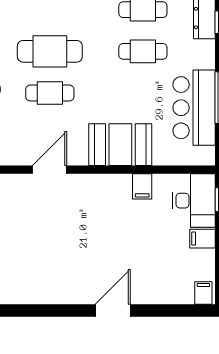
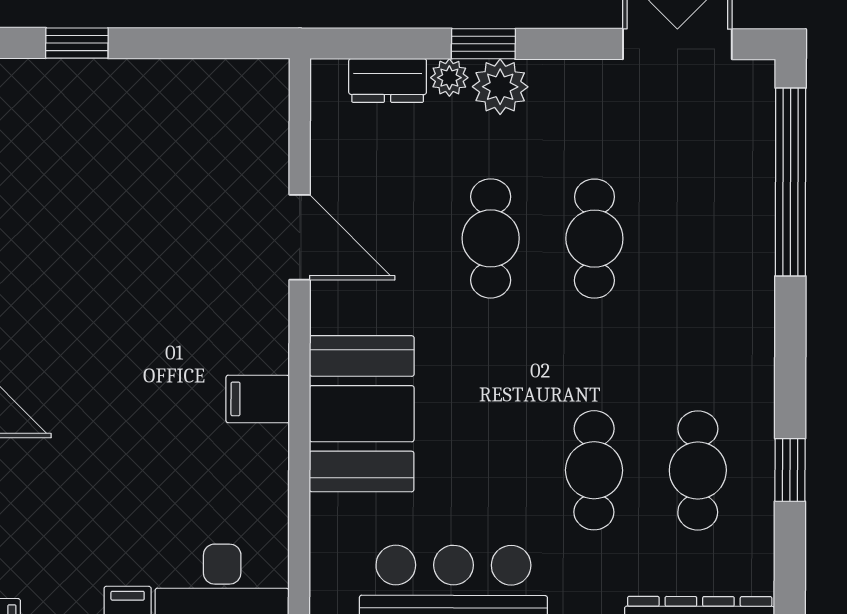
cafe table: (50, 51) -> (594, 239), width x0.73, depth x0.74
filing cabinet: (142, 186) -> (258, 399), moved

